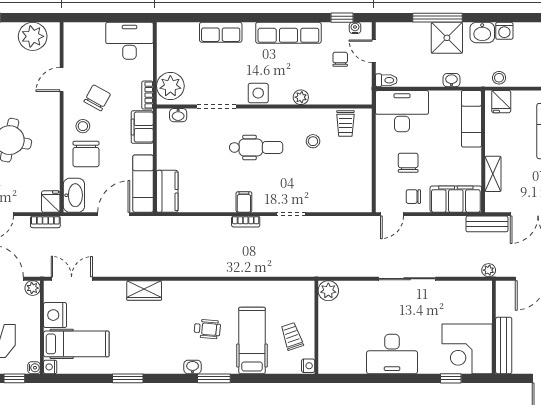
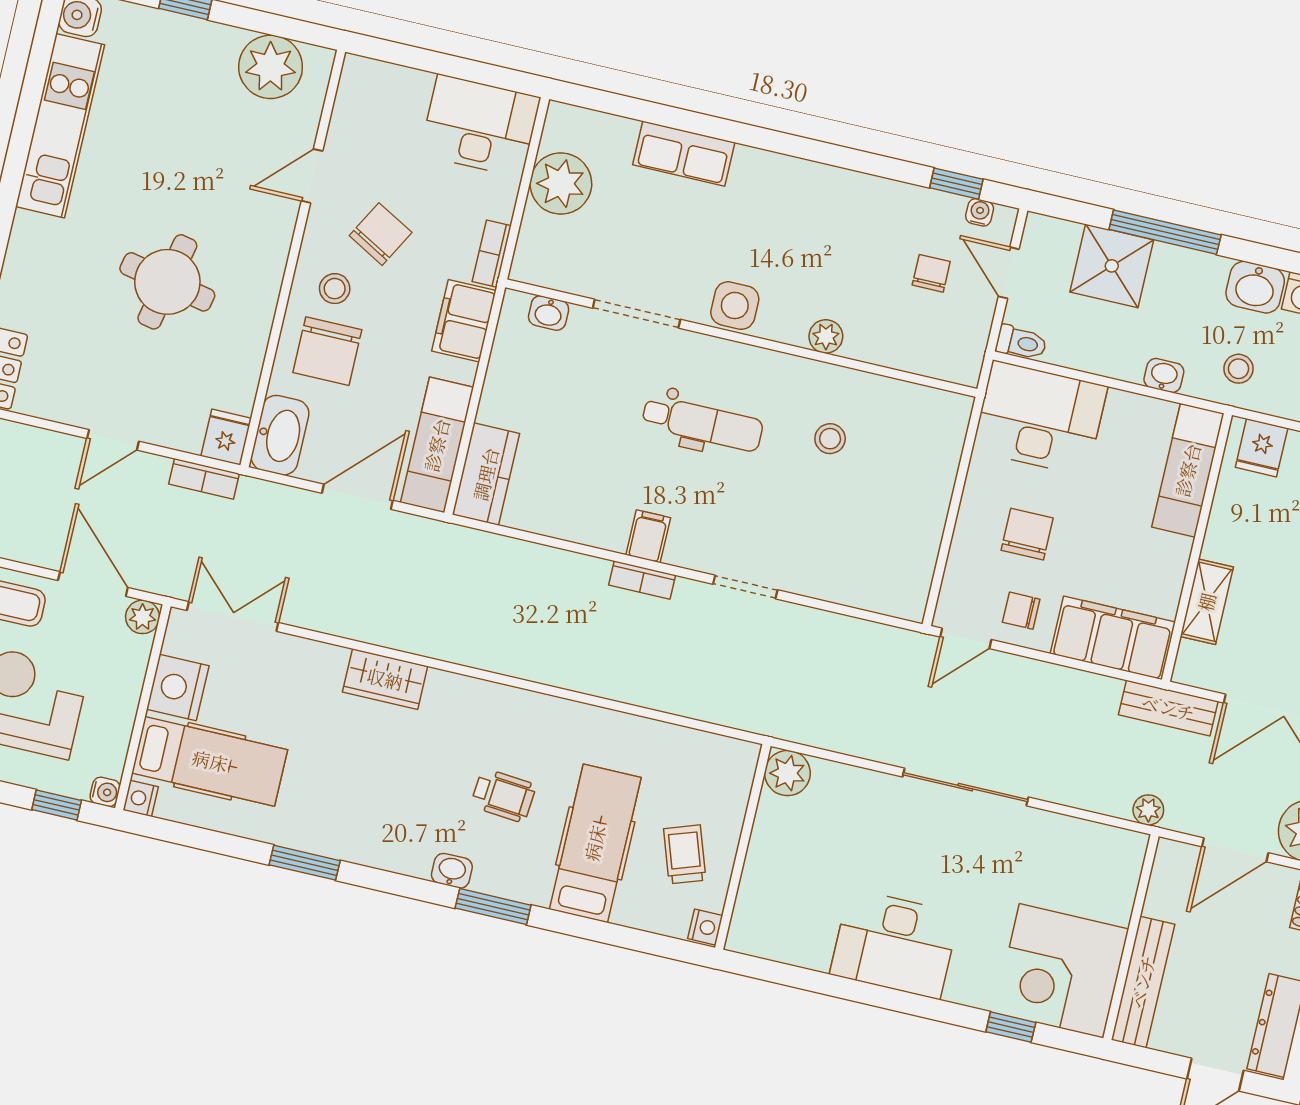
row of seats: (288, 33) -> (832, 189), removed
shower: (447, 38) -> (1112, 266), moved
stool: (499, 78) -> (1239, 369), moved
plant: (170, 86) -> (561, 184), moved
trolley: (345, 124) -> (910, 416), removed

